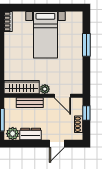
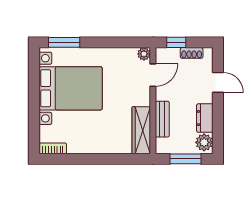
bed with nightstands: (45, 35) -> (71, 88), width x1.36
window: (86, 45) -> (64, 42), moved
plant: (45, 89) -> (144, 54), moved

